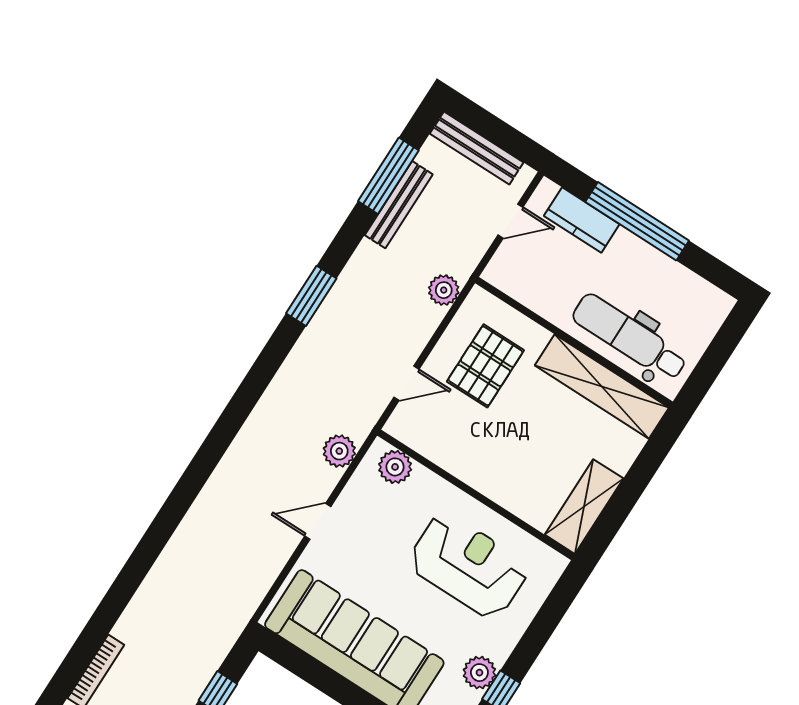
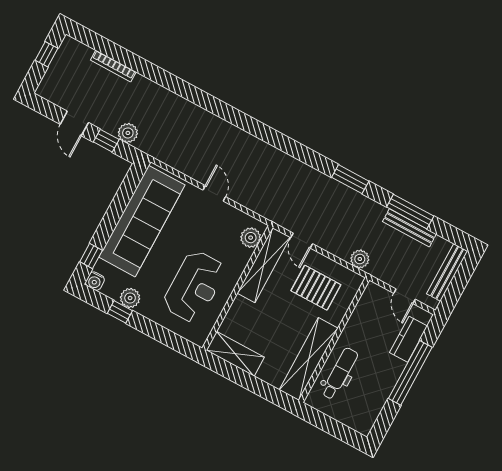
window: (388, 176) -> (410, 212), moved
dental chair: (630, 337) -> (340, 374), width x0.73, depth x0.72
shelving: (442, 449) -> (264, 265), added
plant: (339, 451) -> (128, 133), moved

